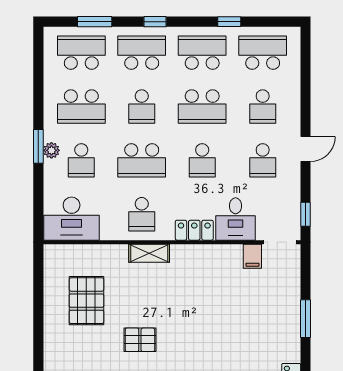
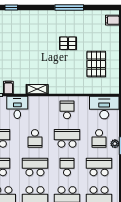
school desk: (81, 160) -> (99, 138), turned 180
school desk: (202, 160) -> (35, 138), turned 180
locker: (194, 230) -> (39, 101), removed
shelving: (149, 253) -> (37, 89), moved

